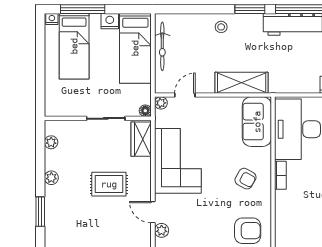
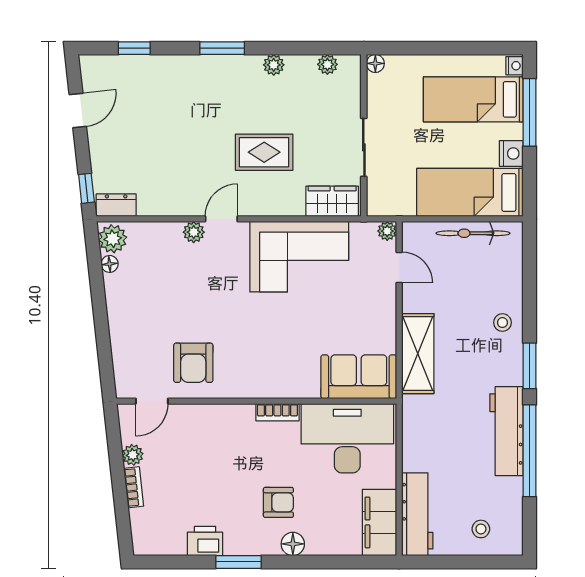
floor lamp: (145, 111) -> (375, 63), moved
armchair: (245, 179) -> (272, 360), removed
rug: (109, 184) -> (264, 152), turned 90

